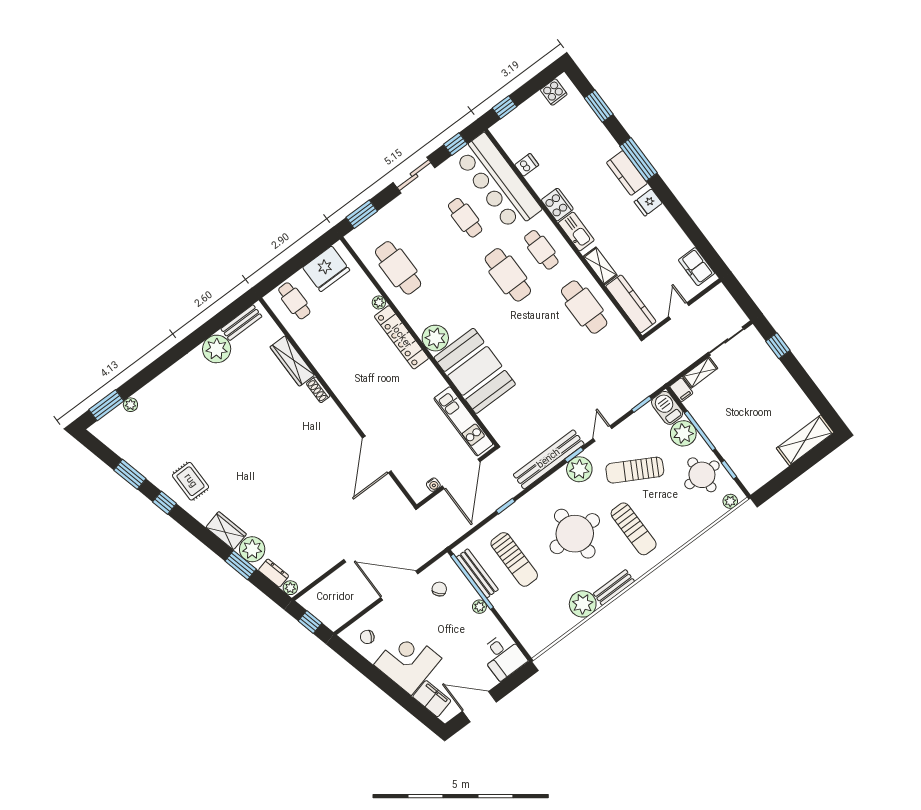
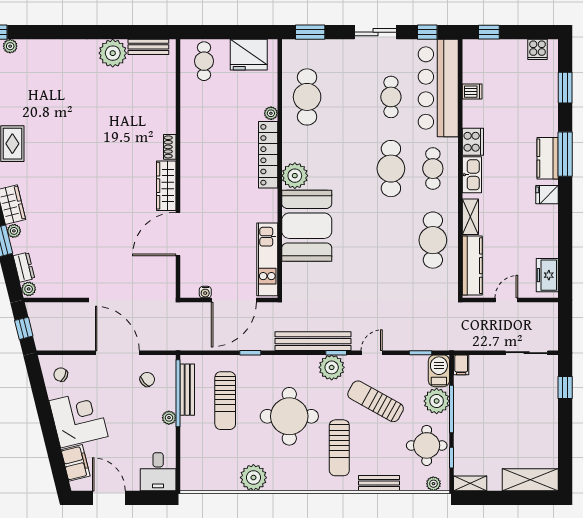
wardrobe: (292, 361) -> (166, 186), moved
shelving: (700, 372) -> (470, 483), moved
plant: (252, 549) -> (14, 231), width x0.53, depth x0.53
bench: (614, 587) -> (379, 483), moved

